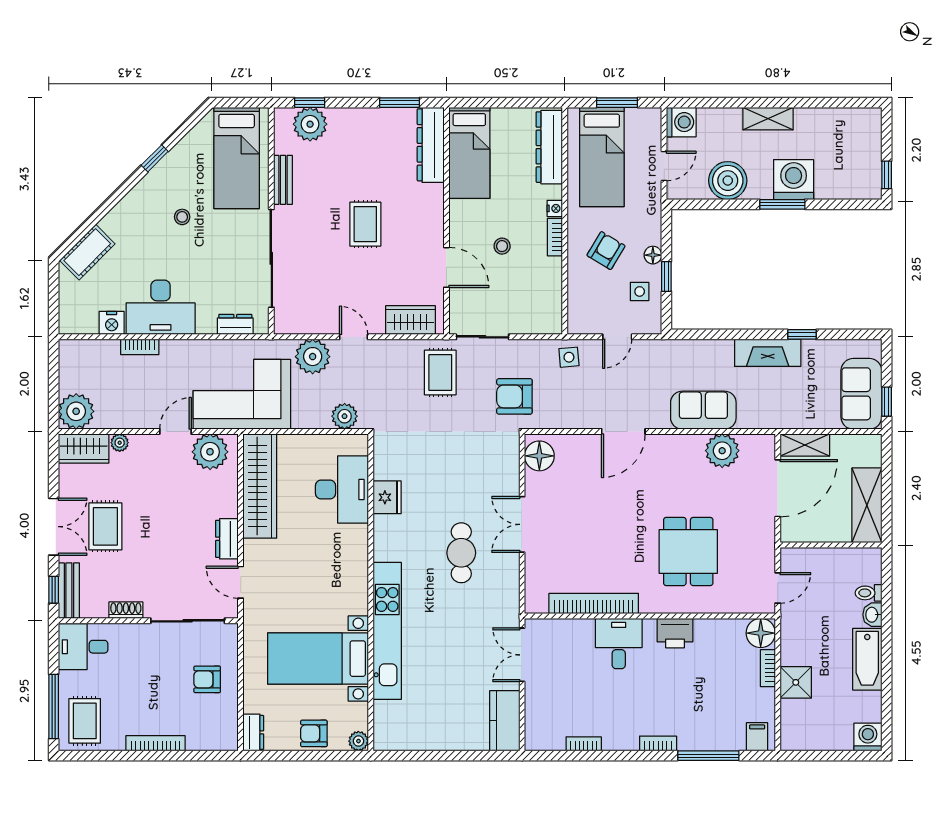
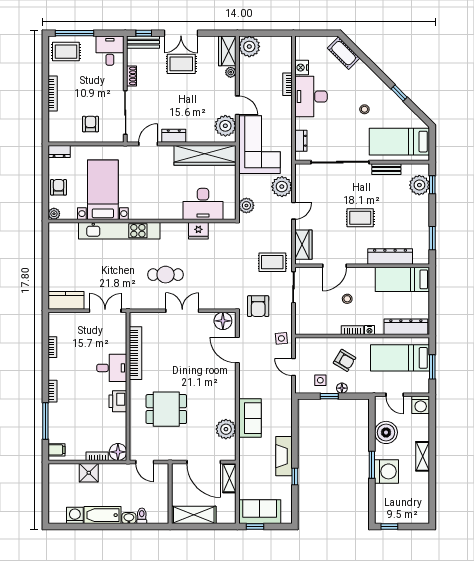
dresser: (431, 145) -> (390, 256), moved
armchair: (514, 396) -> (258, 306), turned 180
door: (623, 431) -> (237, 350), moved
washing machine: (868, 737) -> (75, 515), moved, turned -90

